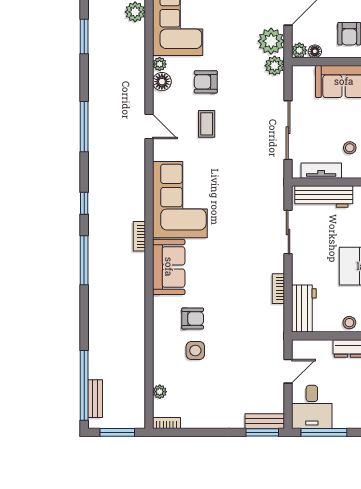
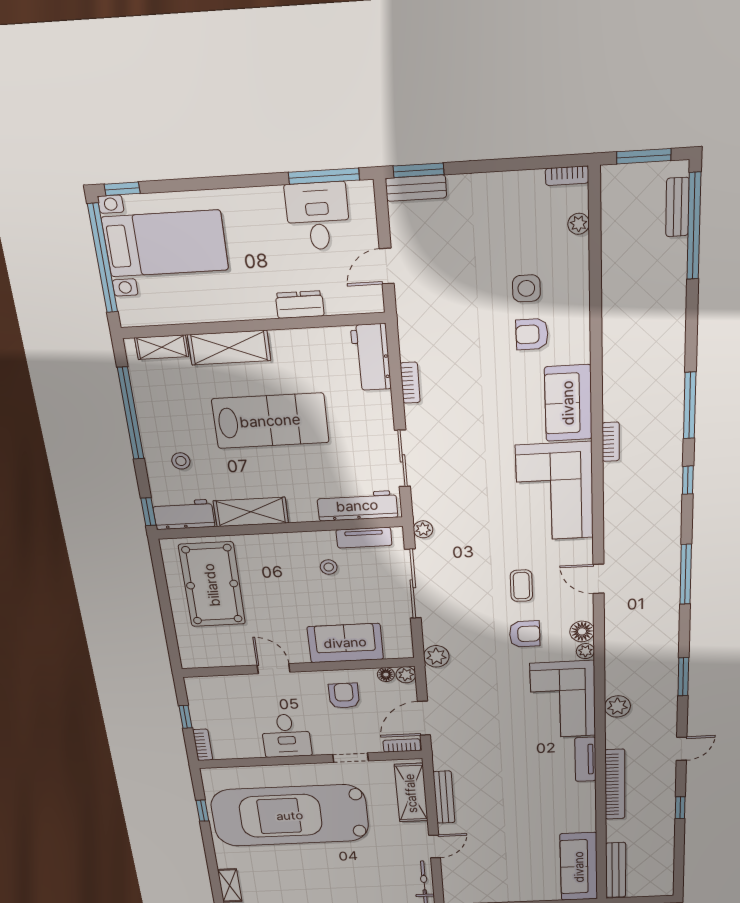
plant: (271, 41) -> (423, 529), moved, width x0.53, depth x0.53
stool: (349, 323) -> (303, 341), removed
desk: (312, 407) -> (318, 216), moved

